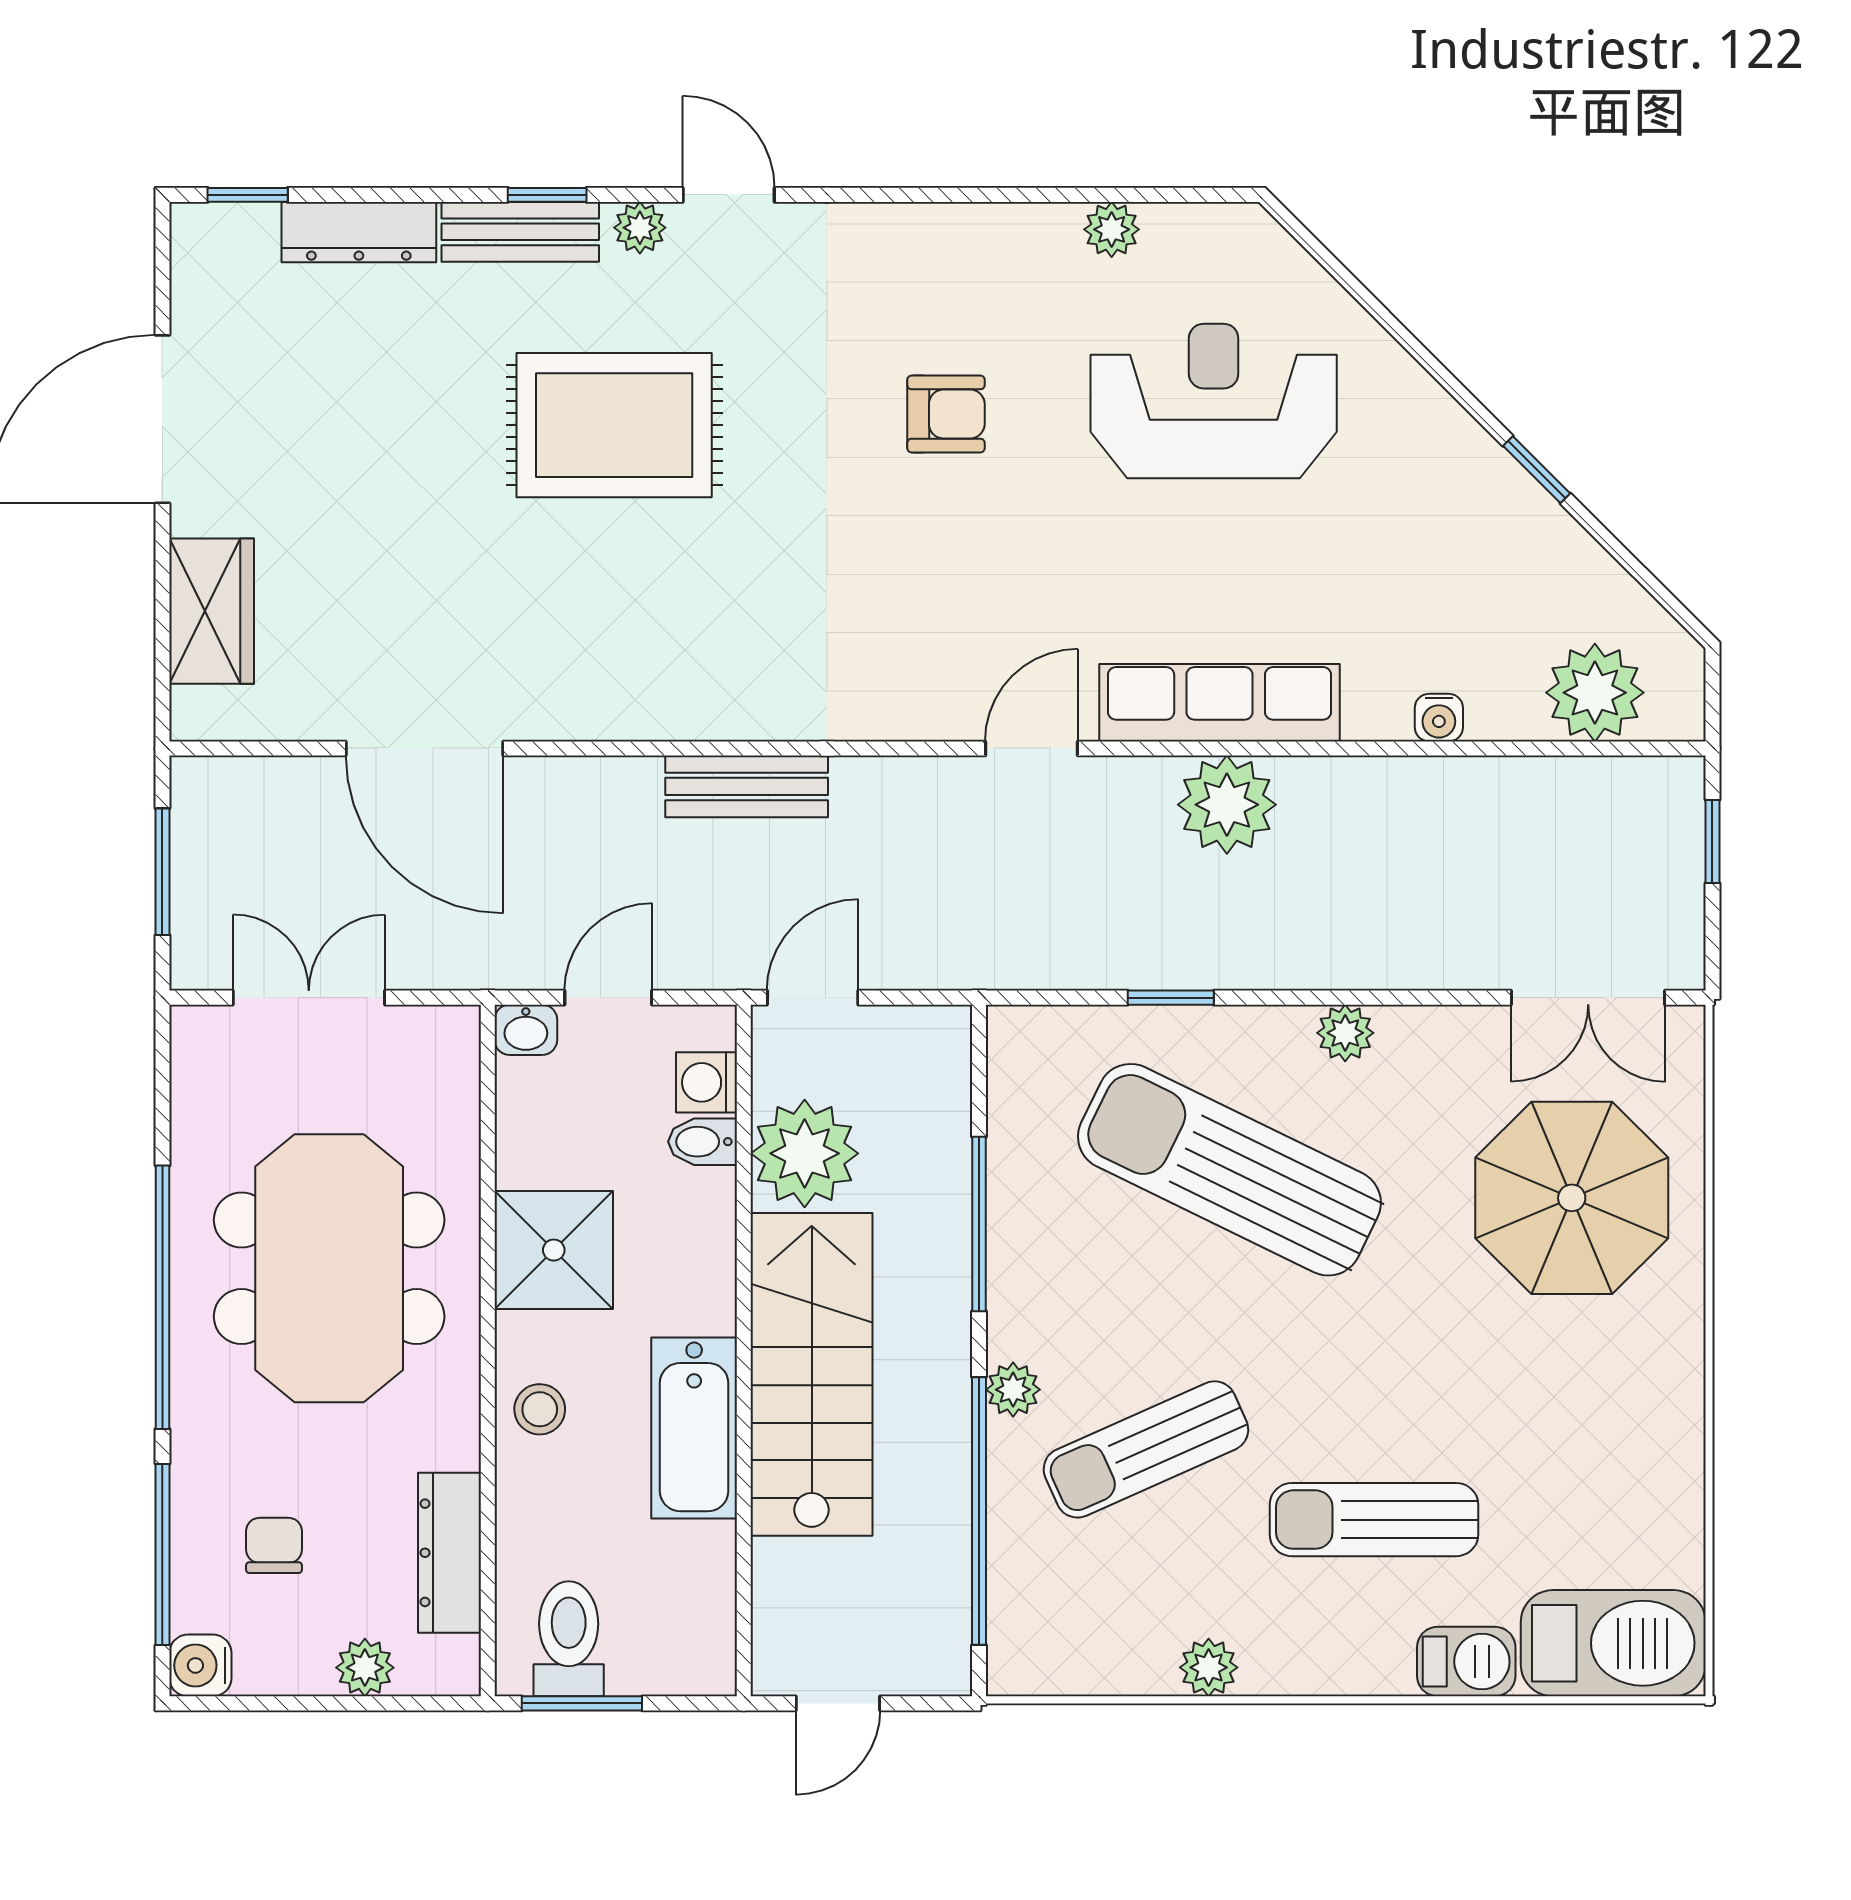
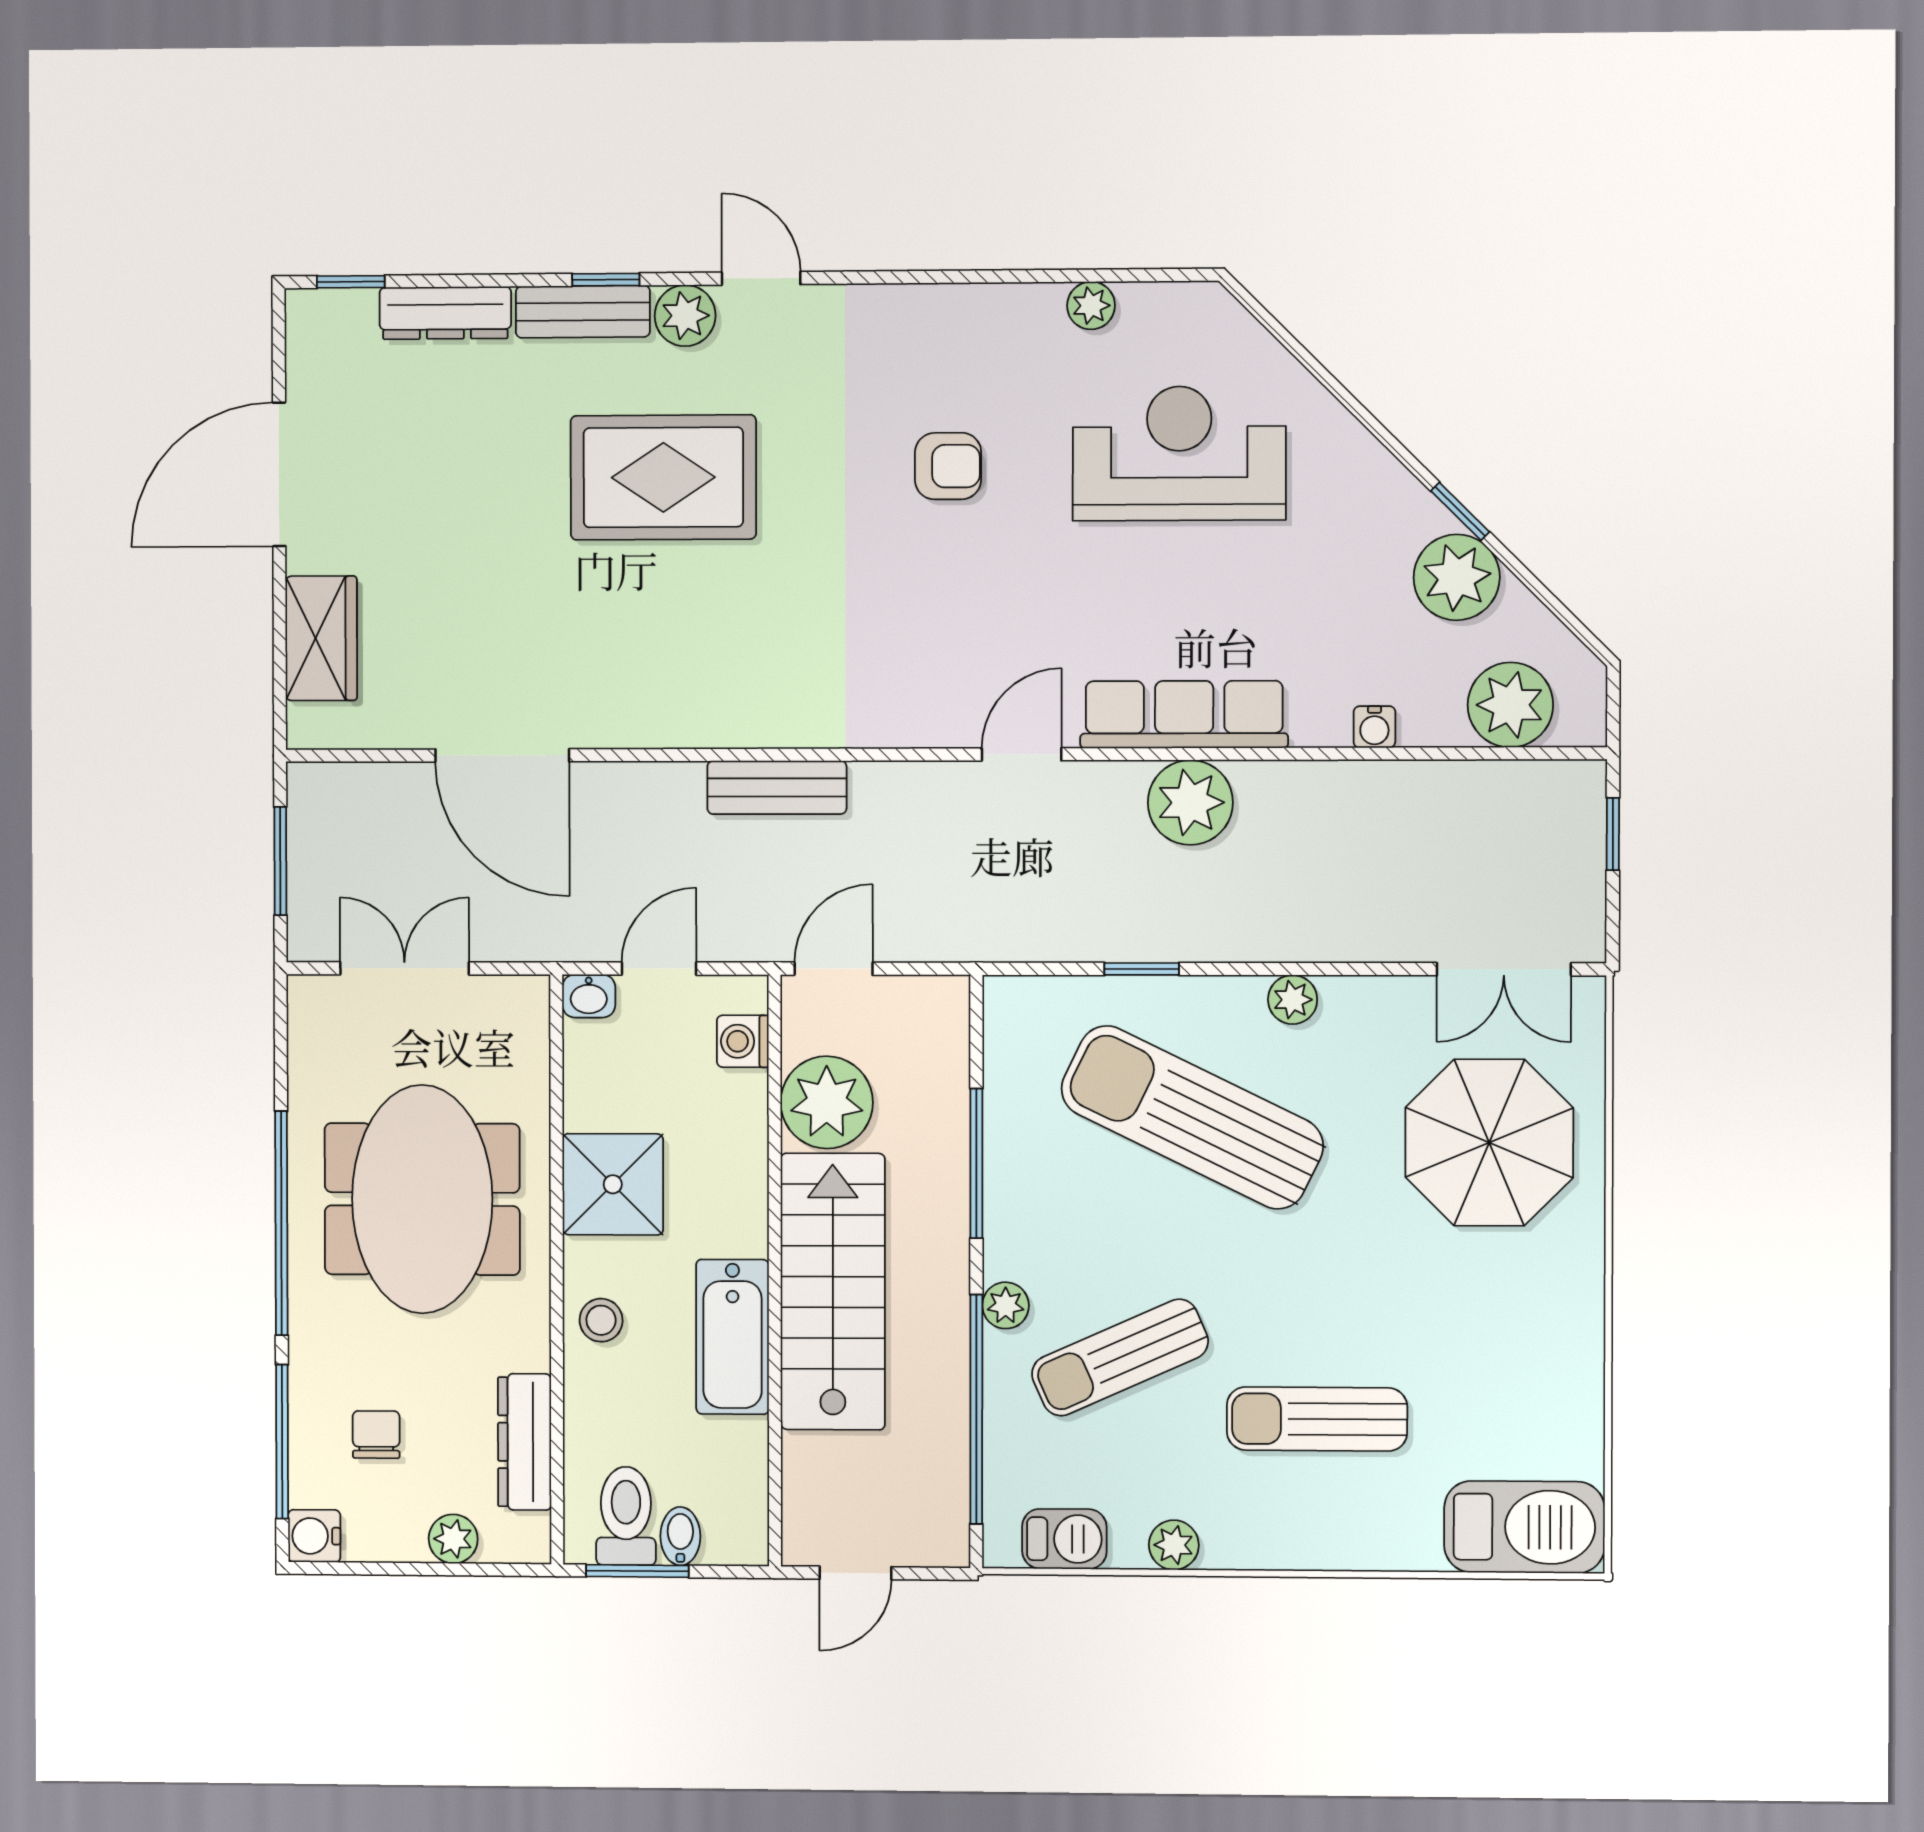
plant: (640, 228) -> (685, 316), width x1.38, depth x1.38
plant: (1533, 545) -> (1457, 577), added
bidet: (702, 1142) -> (680, 1536), moved, turned 90
barbecue: (1466, 1662) -> (1064, 1539), moved

